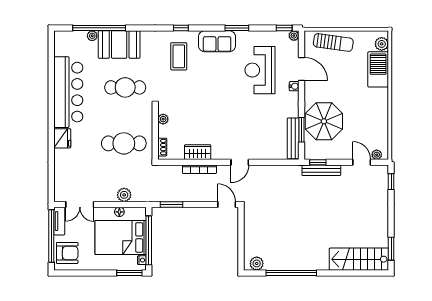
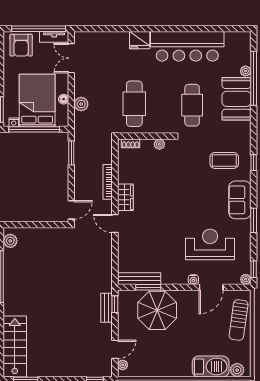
wardrobe: (198, 152) -> (125, 197), moved
bench: (321, 170) -> (107, 308), width x0.73

